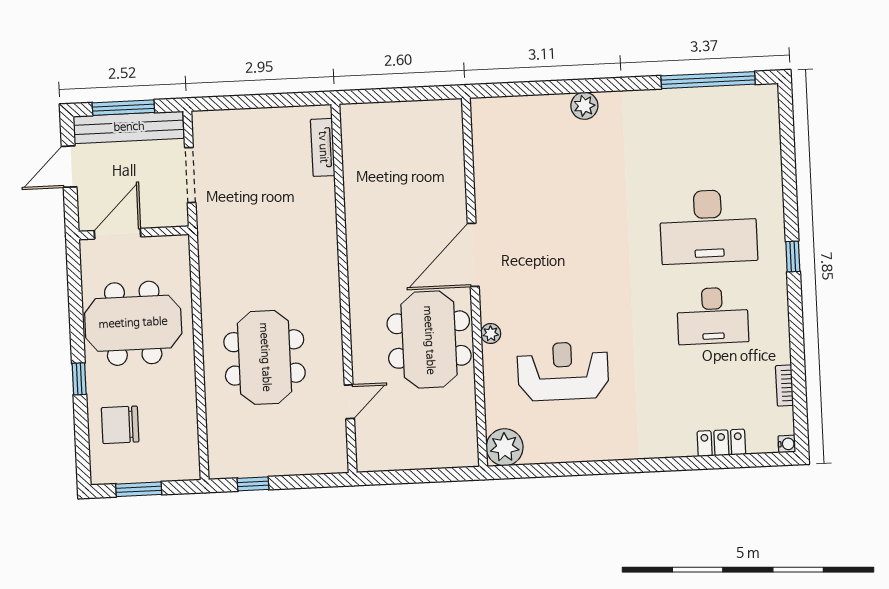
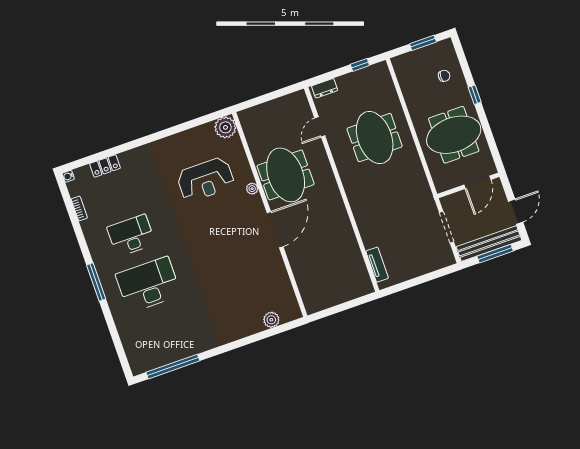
plant: (584, 106) -> (271, 320), moved
window: (793, 256) -> (96, 282), width x2.17
chair: (120, 425) -> (444, 76), width x0.54, depth x0.54
dresser: (323, 463) -> (325, 88), added

